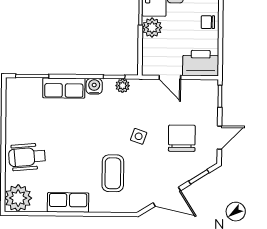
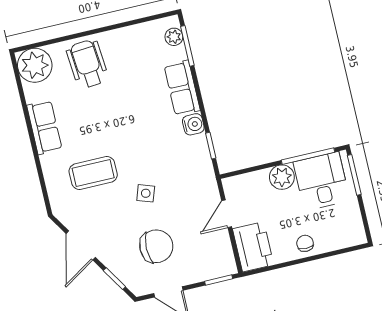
plant: (123, 86) -> (174, 37), moved

